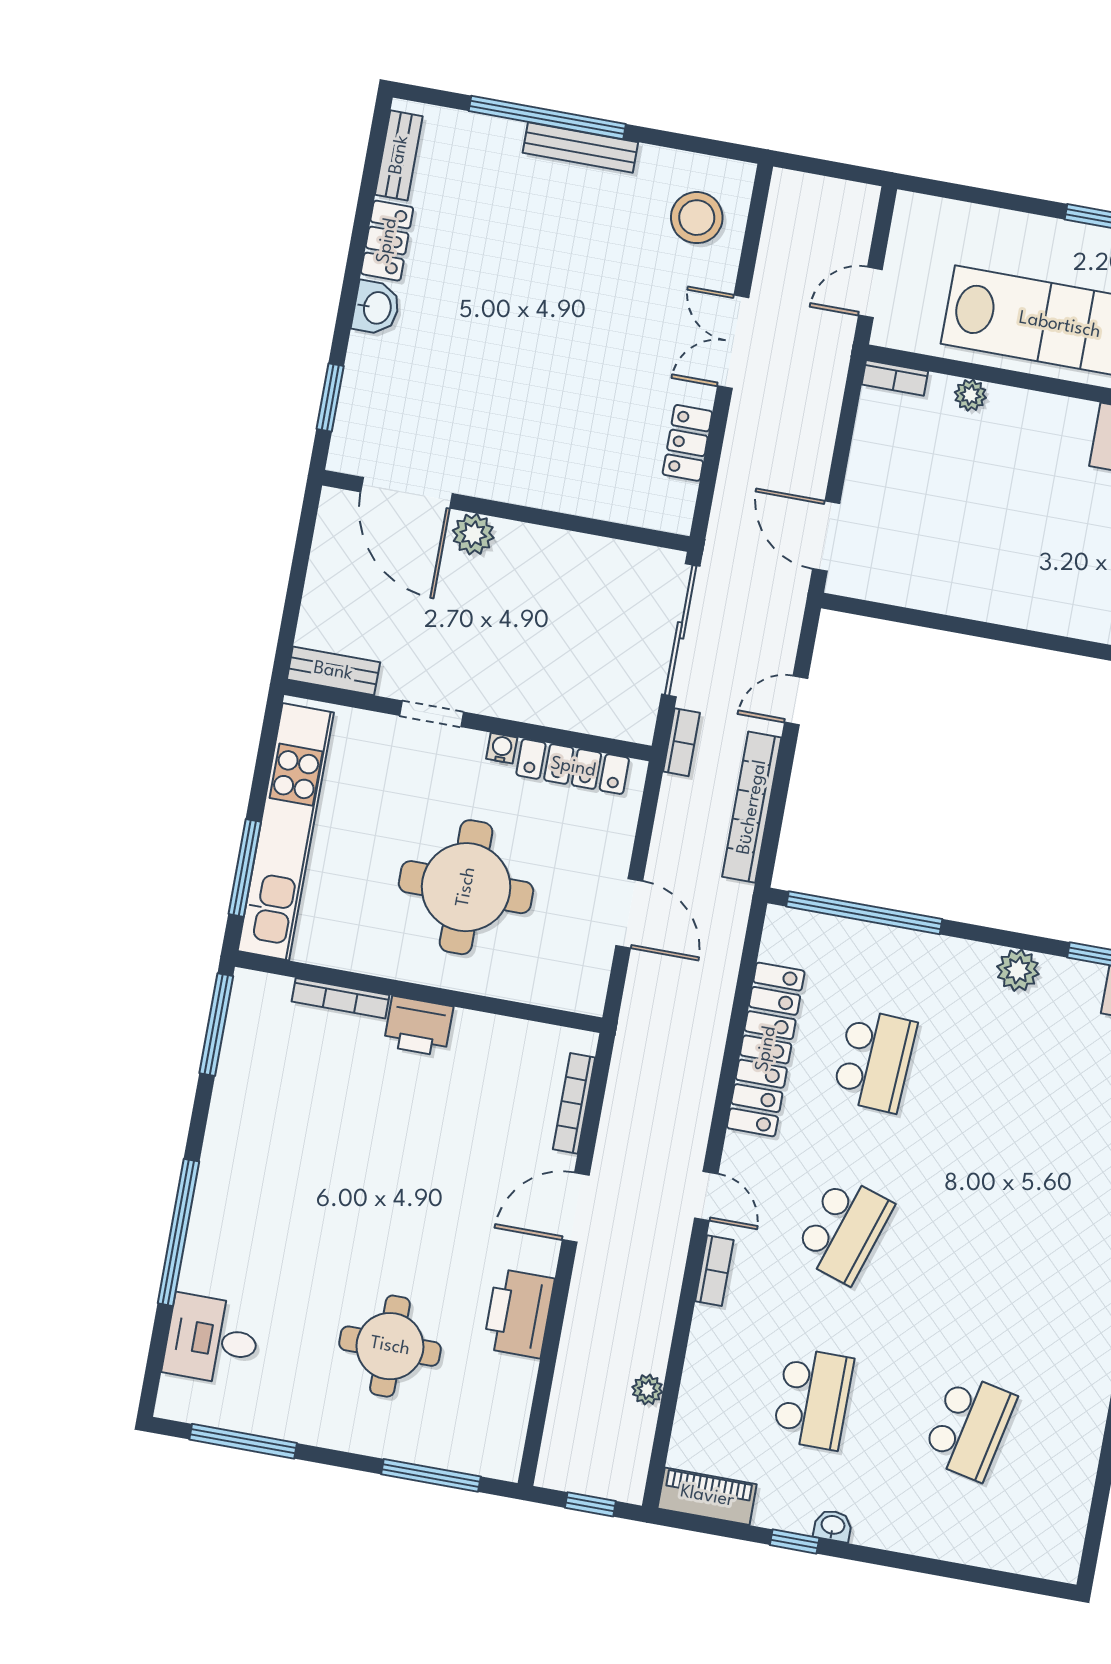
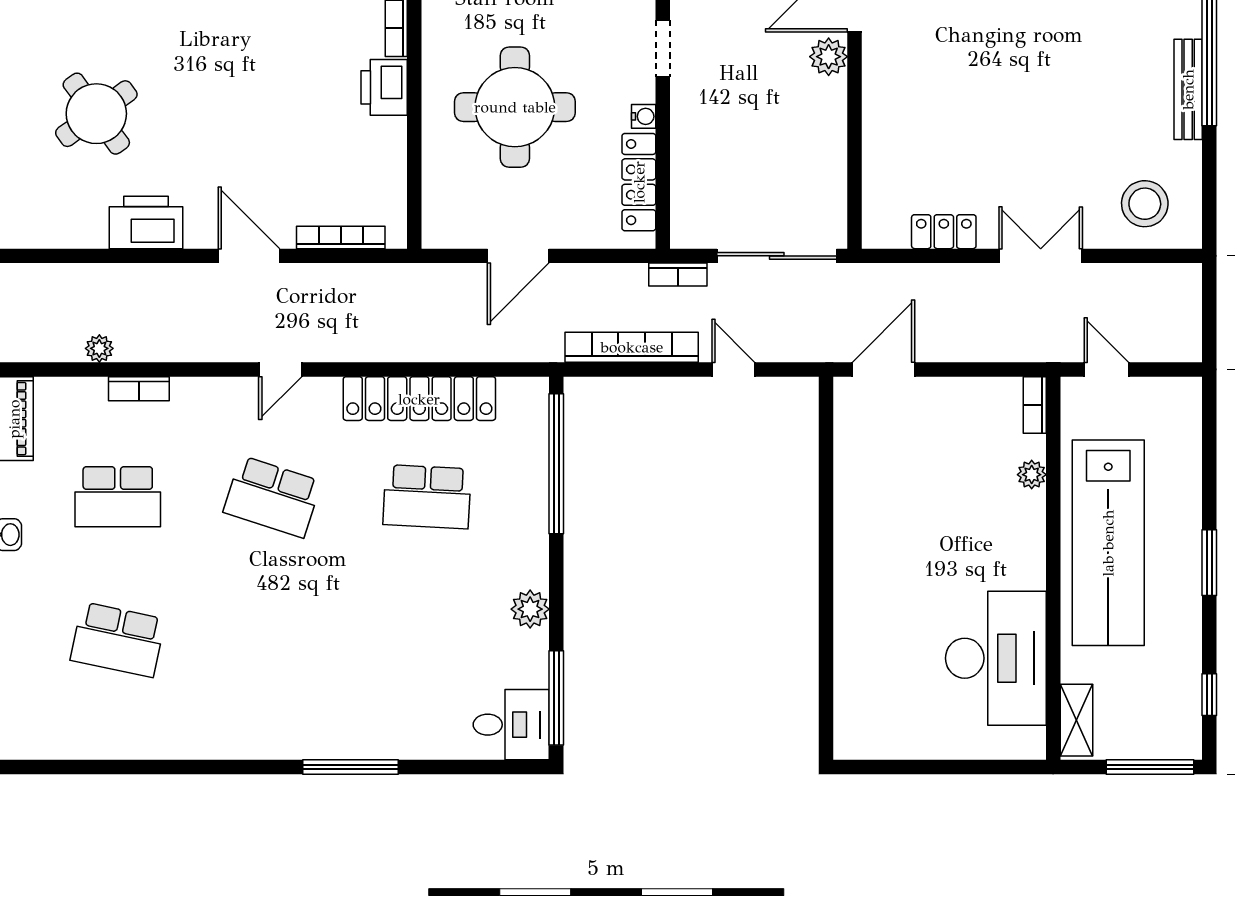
bookcase: (714, 1271) -> (139, 389), moved
round table: (390, 1346) -> (96, 114), turned -36

